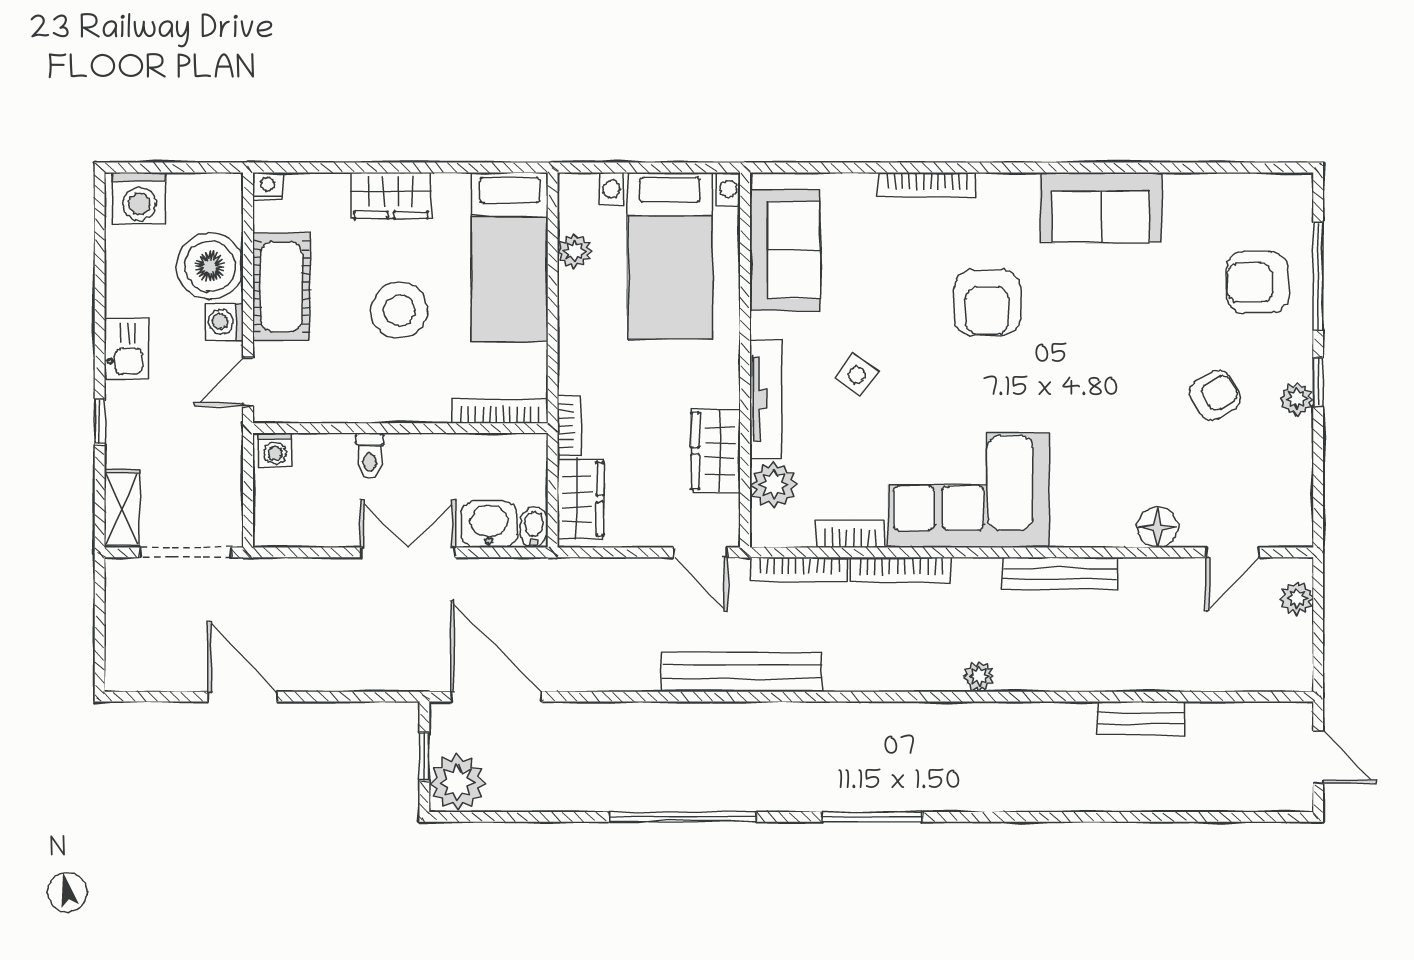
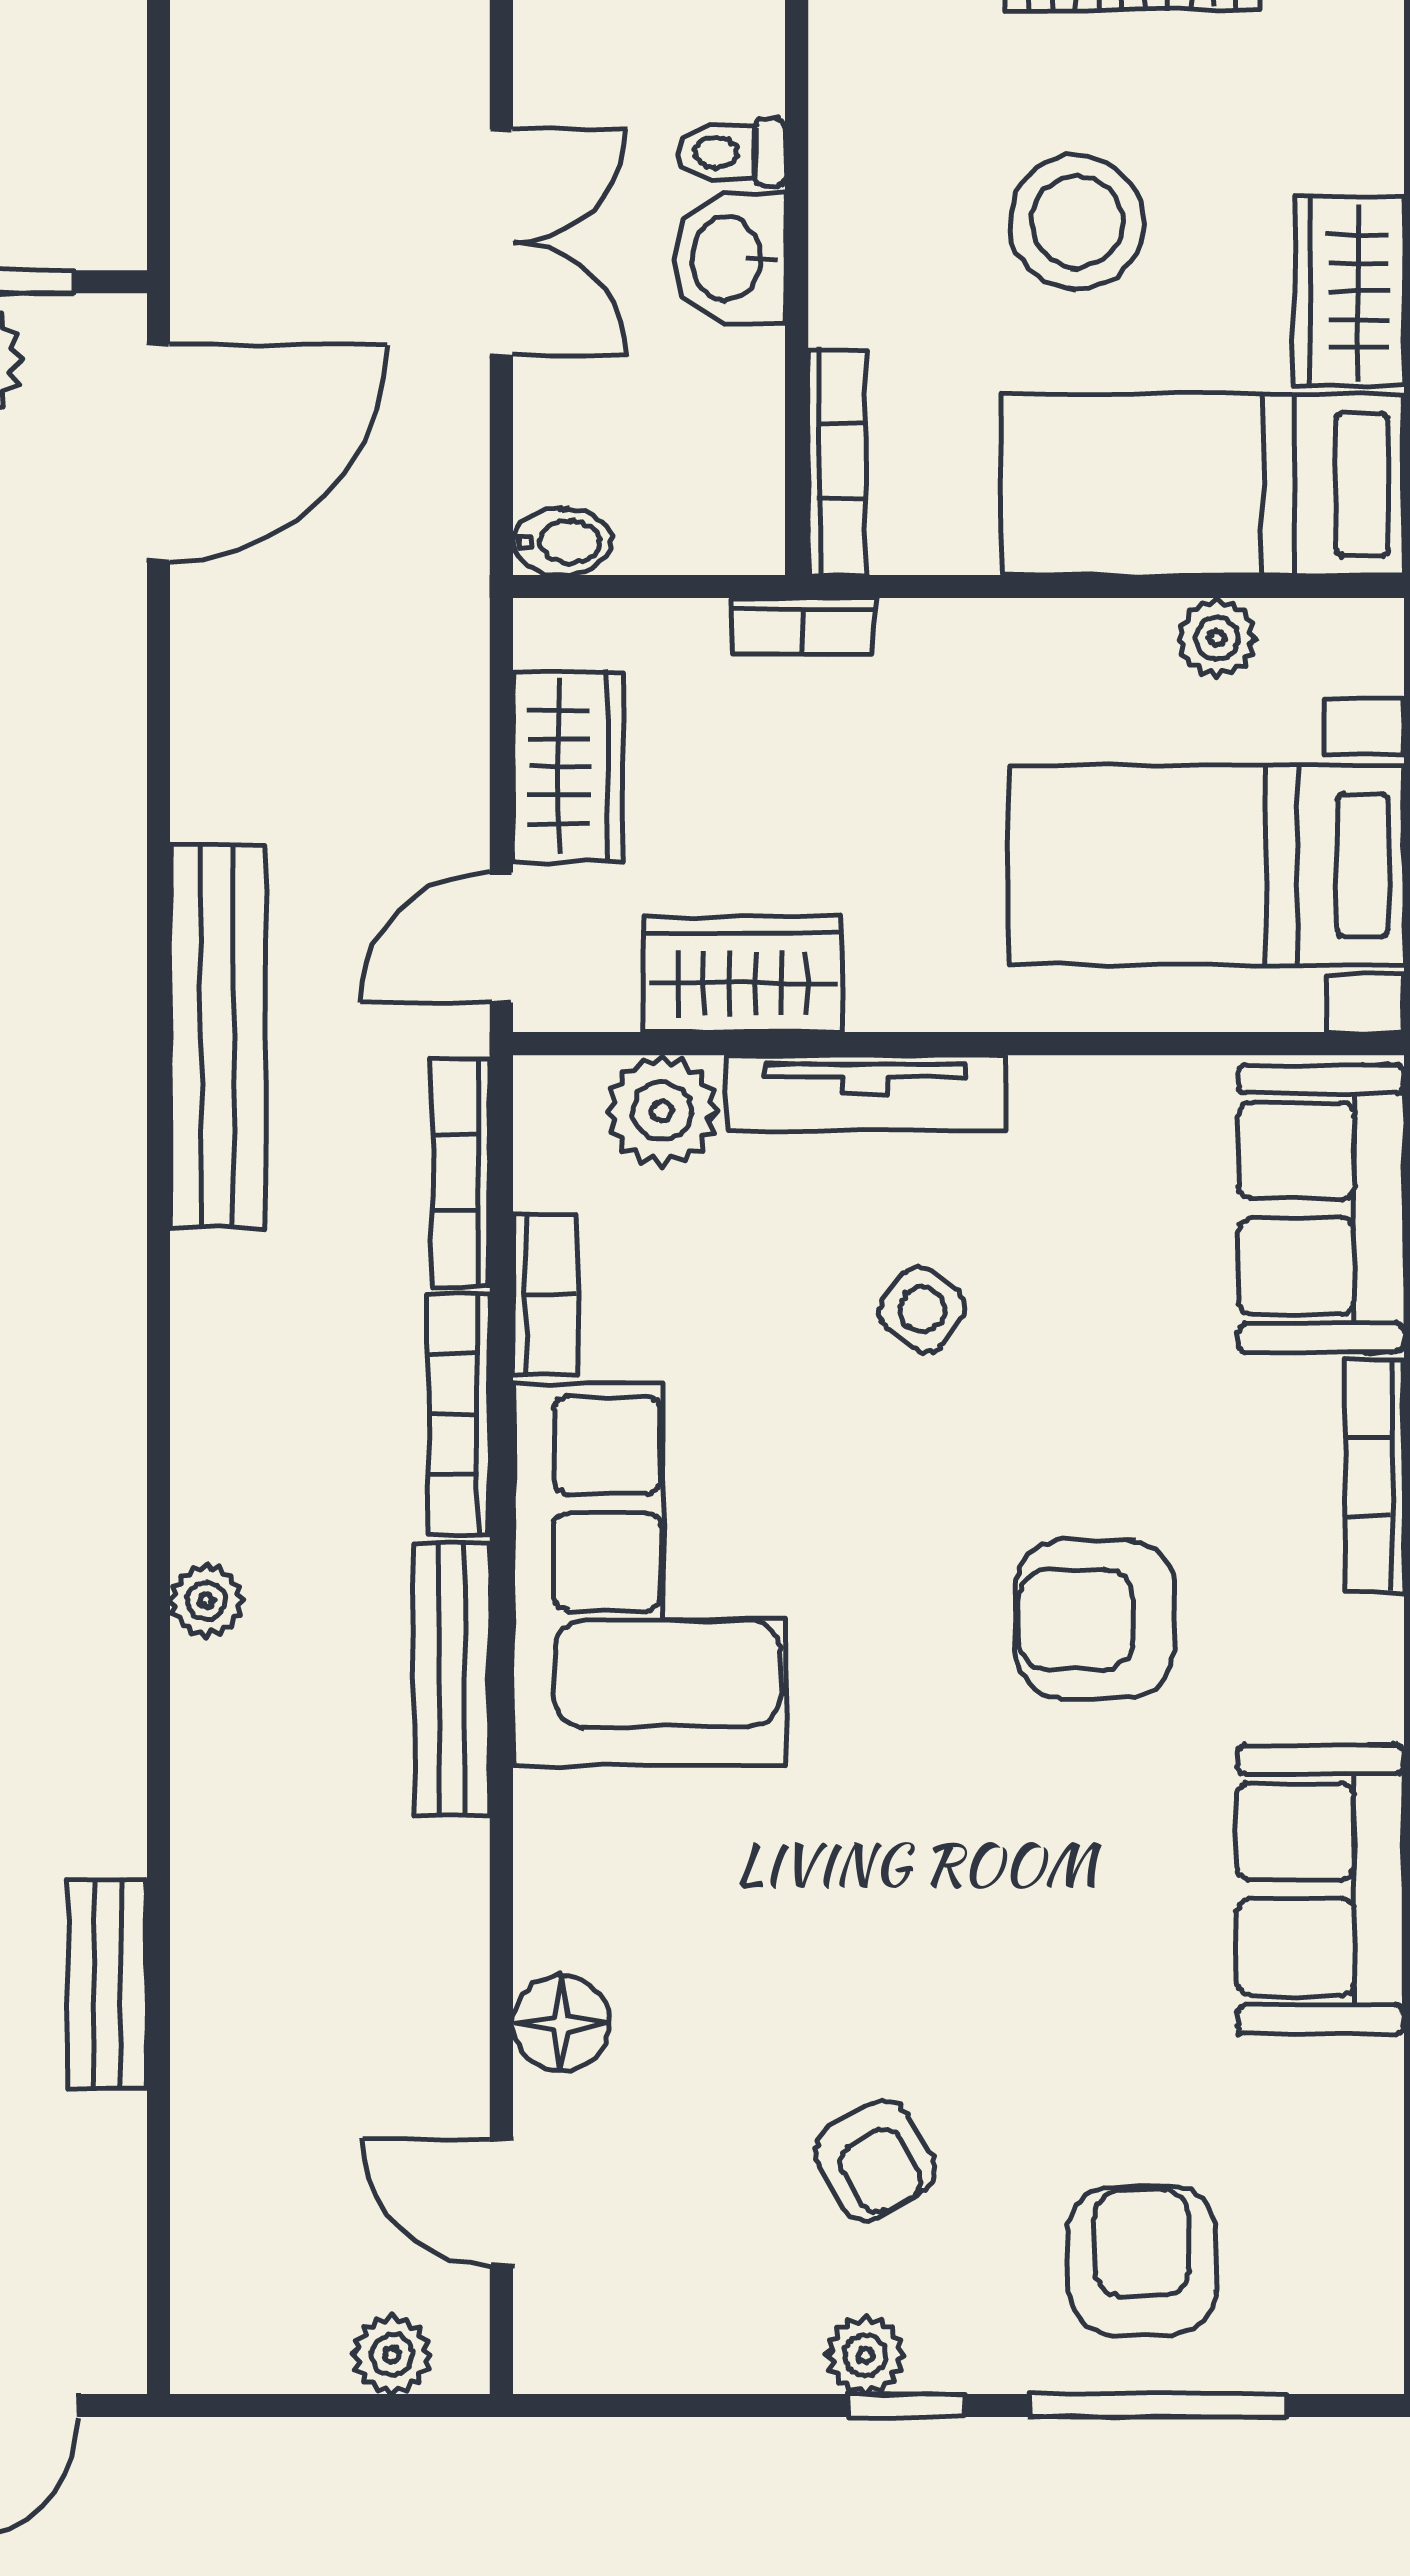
wardrobe: (391, 195) -> (1349, 292), moved
sofa: (785, 250) -> (1321, 1208), moved, turned 90
wardrobe: (581, 499) -> (568, 767), moved, turned -90
washbasin: (489, 524) -> (730, 259), moved, turned 180
bench: (1060, 573) -> (452, 1679), moved

